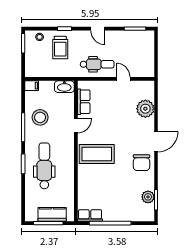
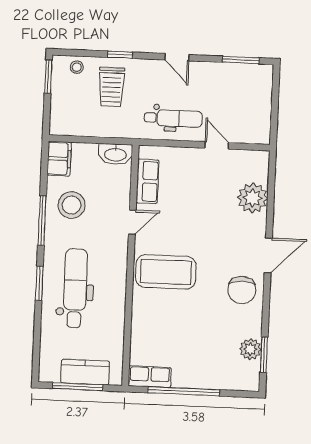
filing cabinet: (32, 86) -> (59, 159), width x2.00

